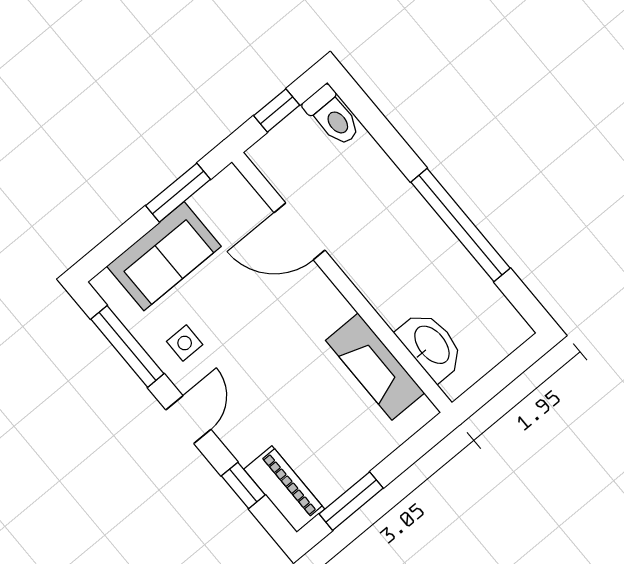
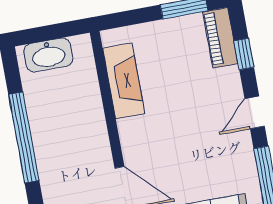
side table: (185, 343) -> (231, 160), removed
washbasin: (431, 346) -> (48, 55), moved, turned -90

